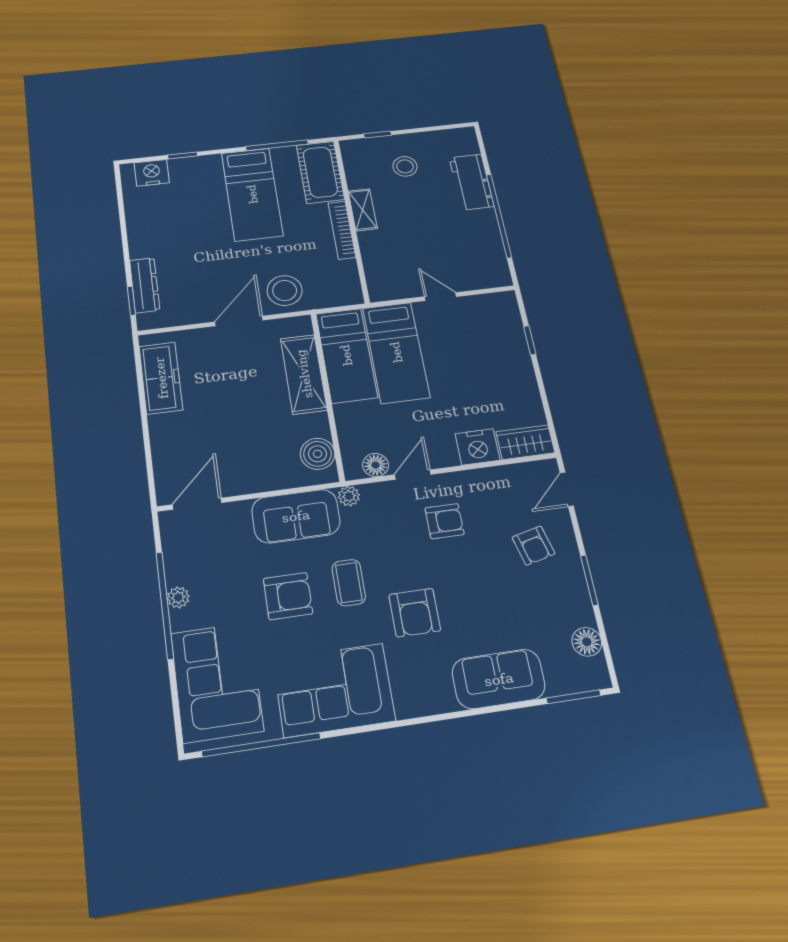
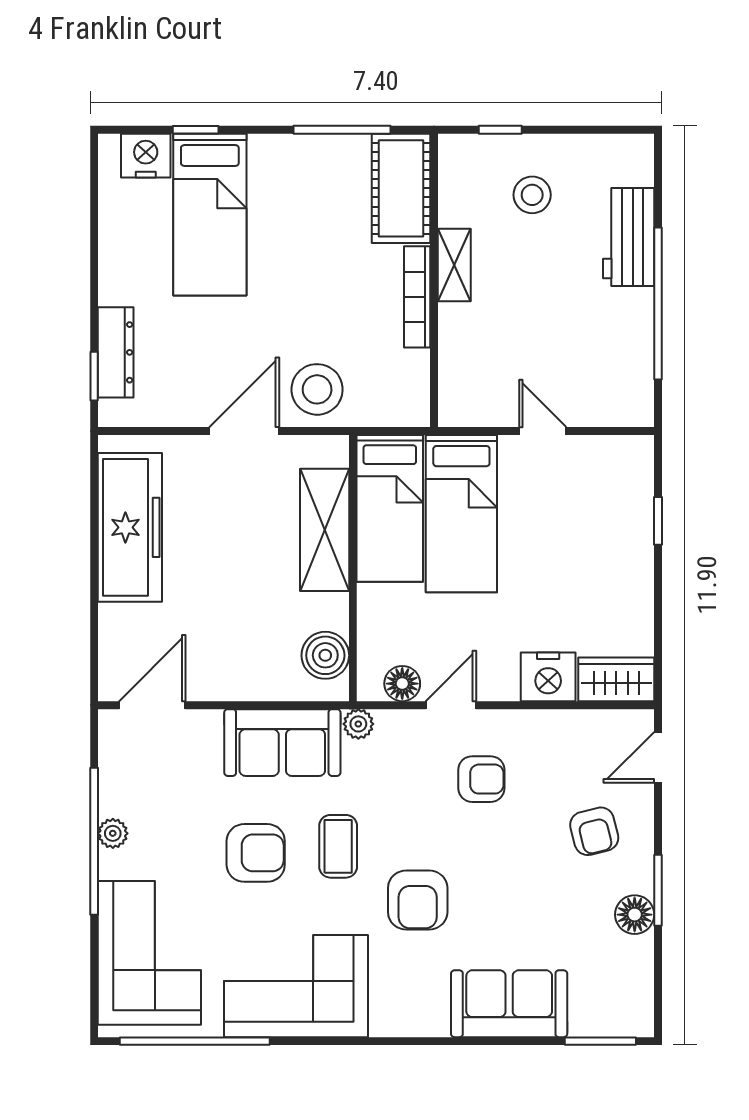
bed: (252, 194) -> (210, 215), moved
freezer: (161, 378) -> (130, 527), width x1.36, depth x1.26
floor lamp: (587, 642) -> (635, 915), moved

